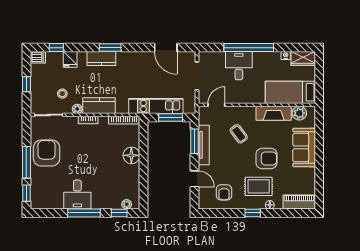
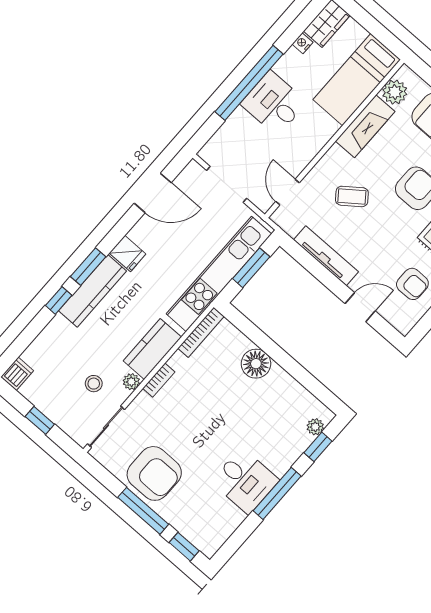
window: (56, 48) -> (59, 300), moved
kitchen counter: (101, 58) -> (92, 291), width x1.50
fridge: (70, 59) -> (127, 253), moved
desk: (239, 66) -> (274, 103), moved
kitchen unit: (156, 106) -> (219, 274), width x1.36
window: (194, 141) -> (310, 264), removed
armchair: (47, 153) -> (154, 473), turned 180

